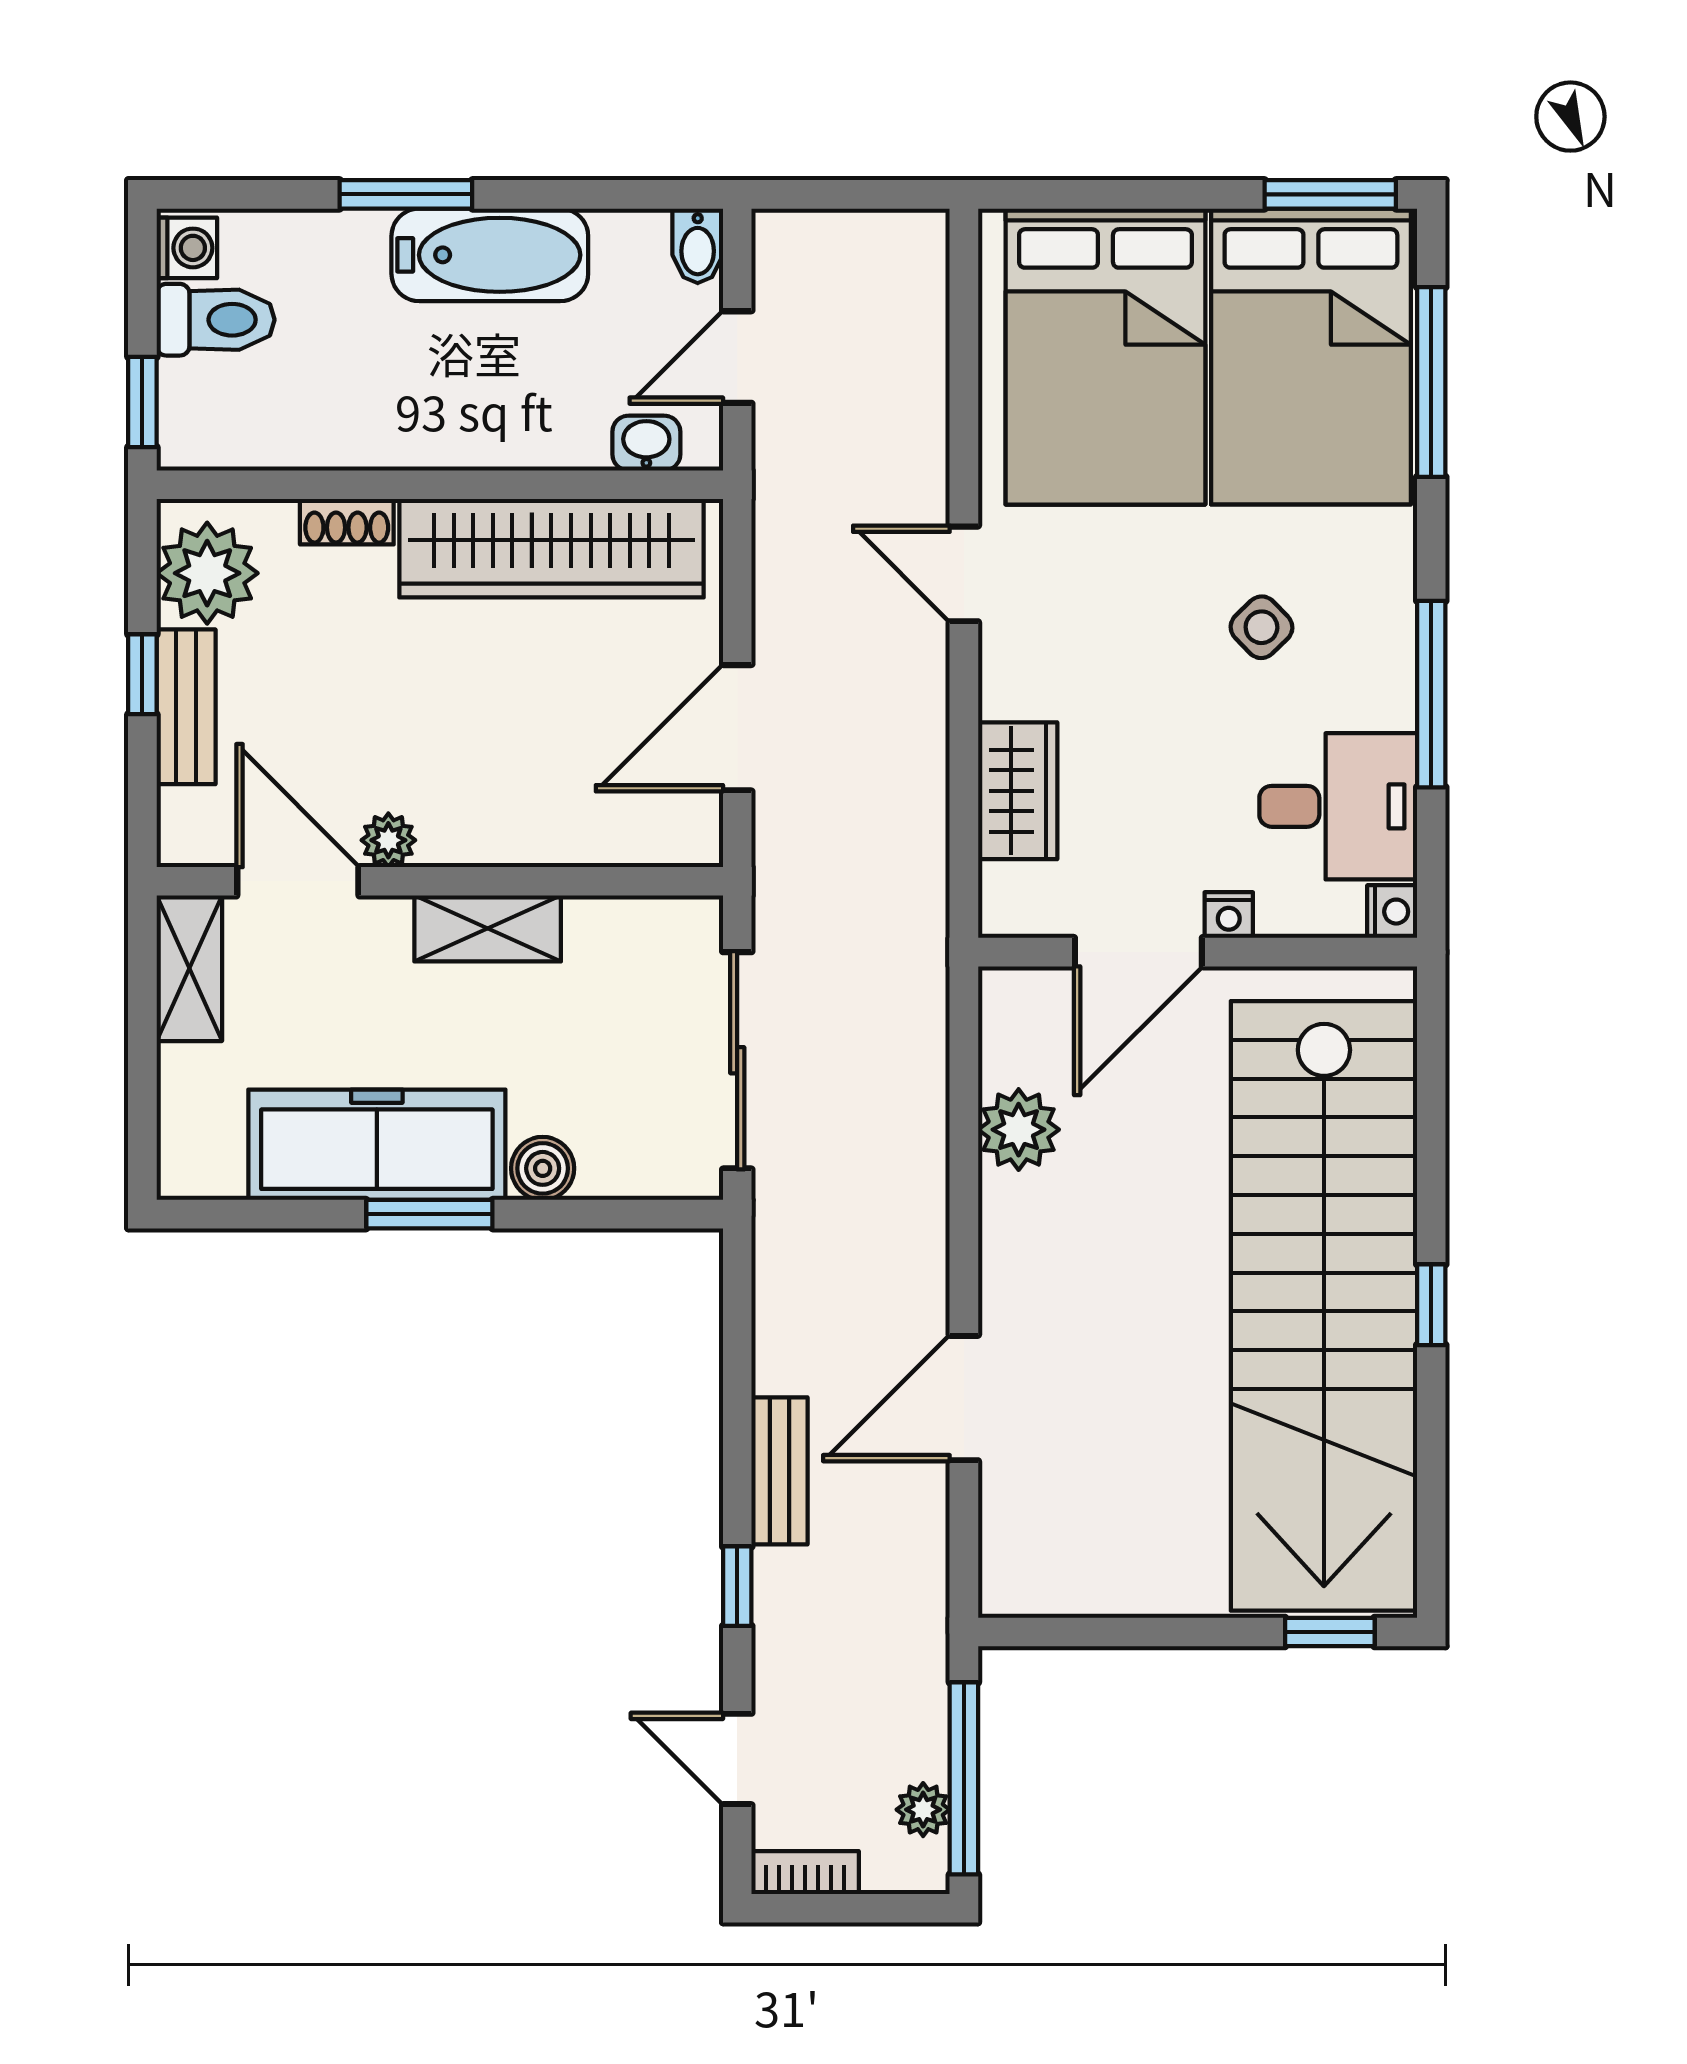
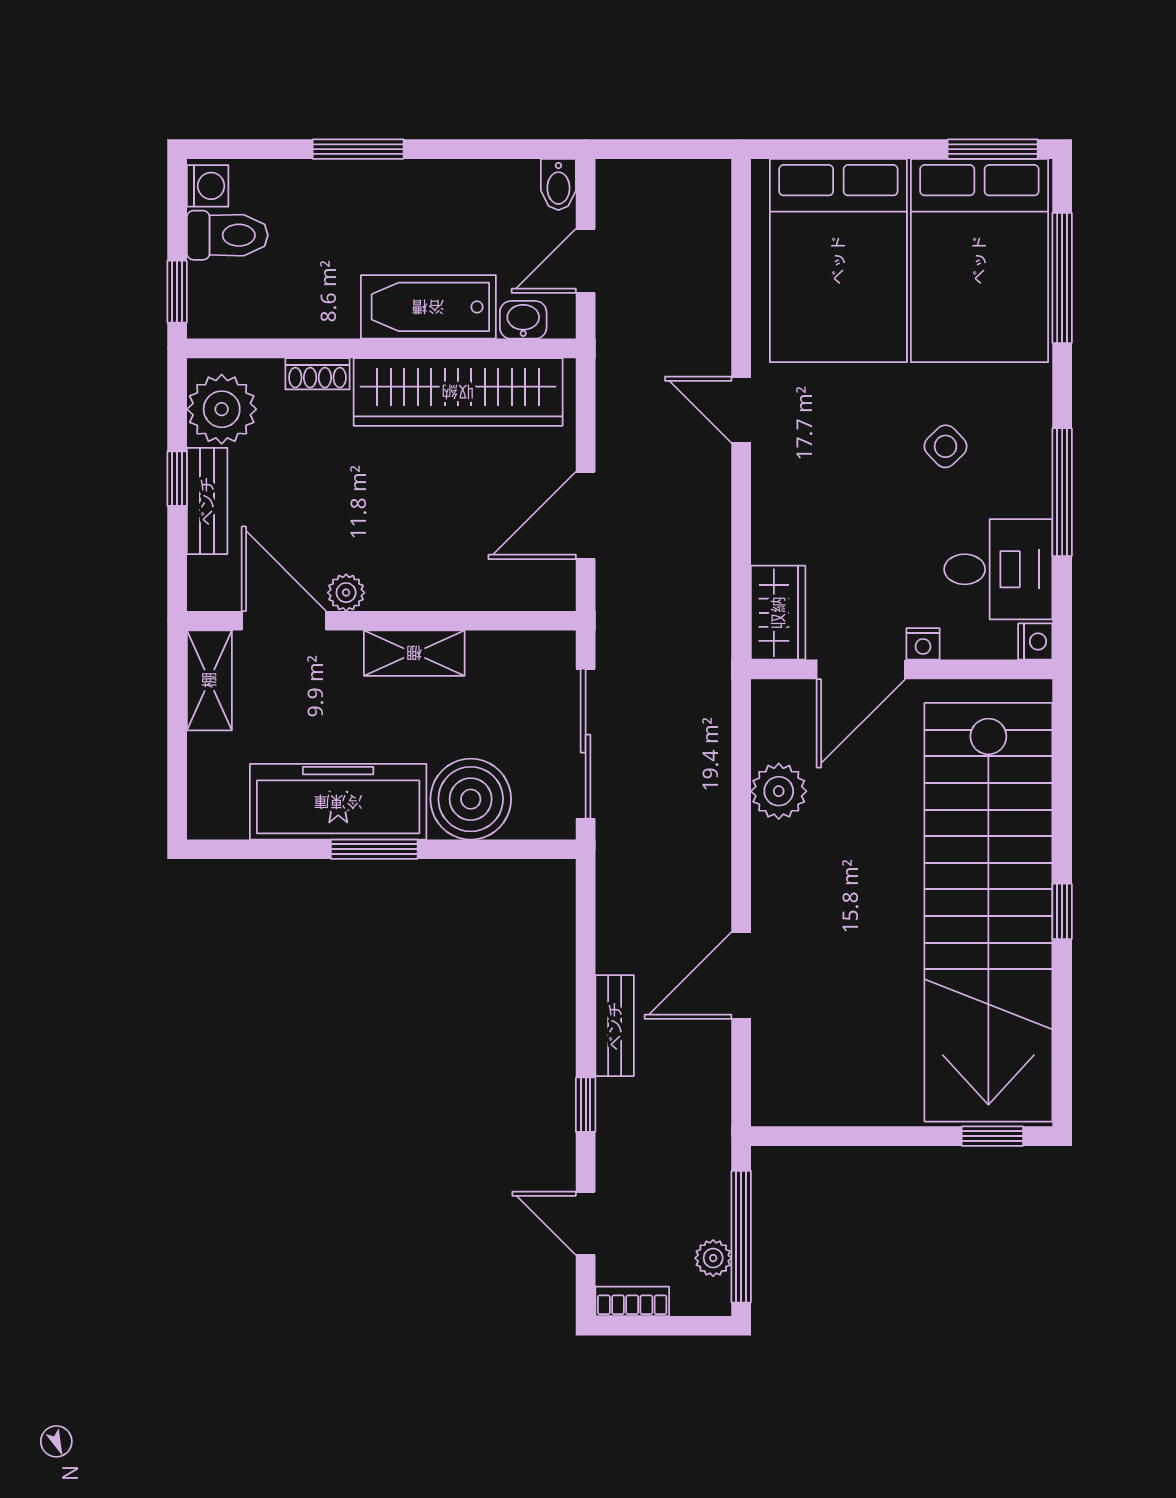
bathtub: (490, 255) -> (428, 307), moved, turned 180
wardrobe: (1018, 791) -> (778, 613), moved
boiler: (543, 1168) -> (471, 799), width x1.86, depth x1.86

